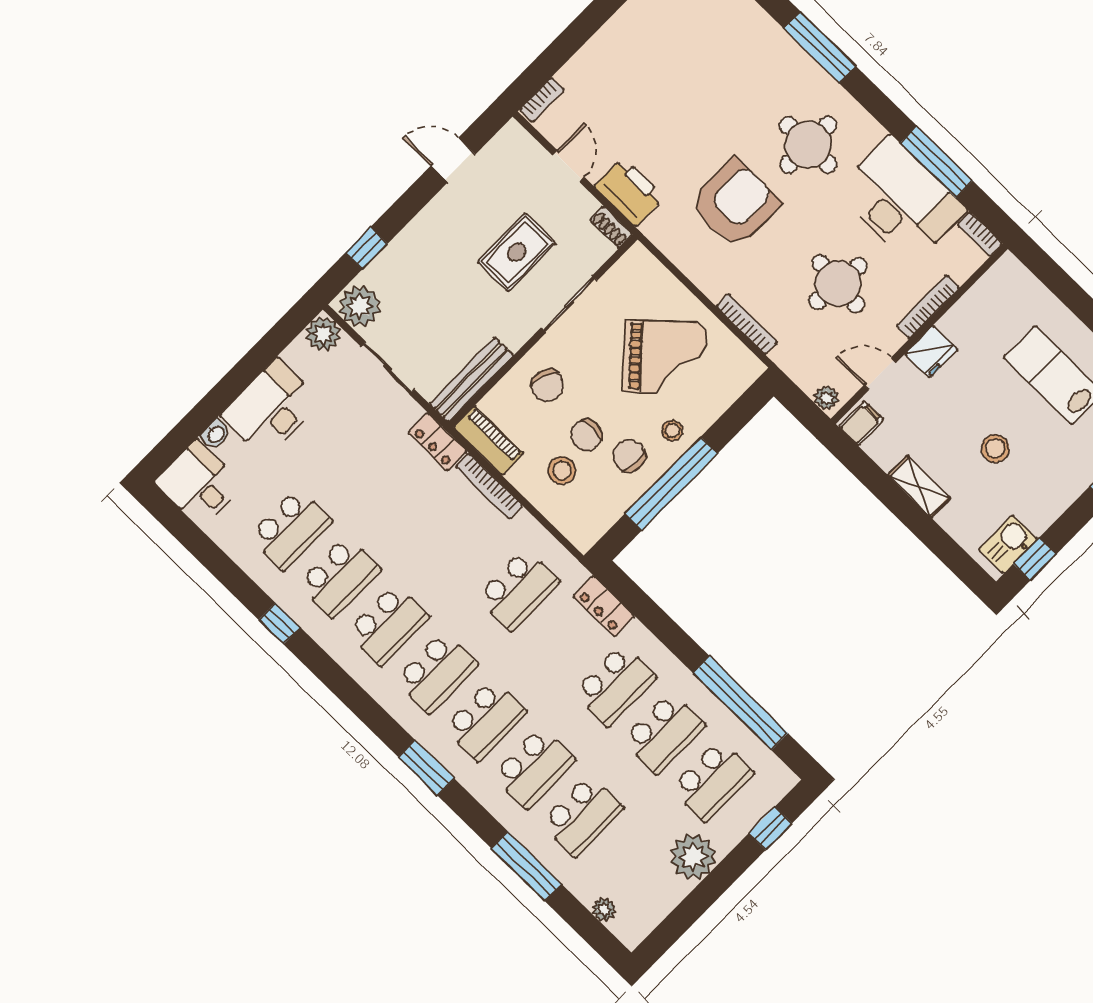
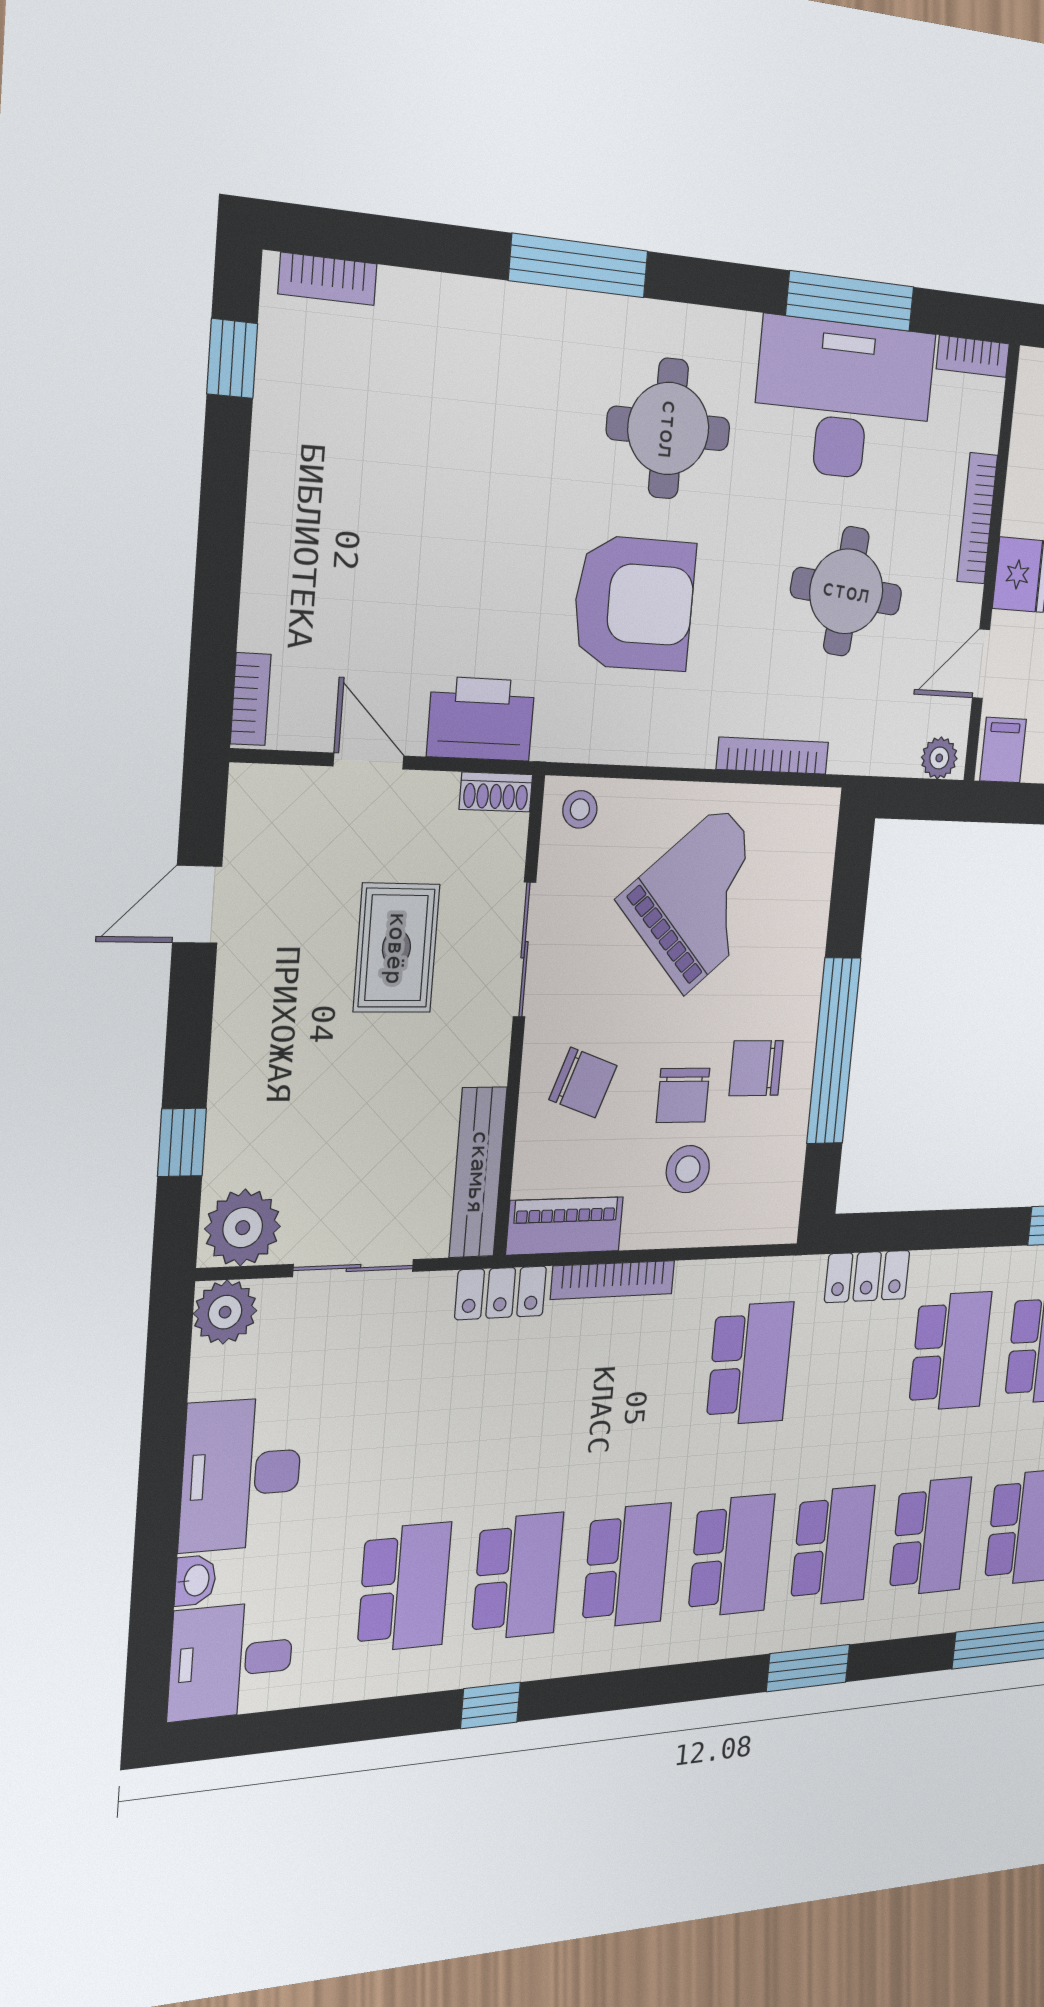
armchair: (735, 203) -> (634, 604), turned 90
stool: (672, 431) -> (580, 809), moved

